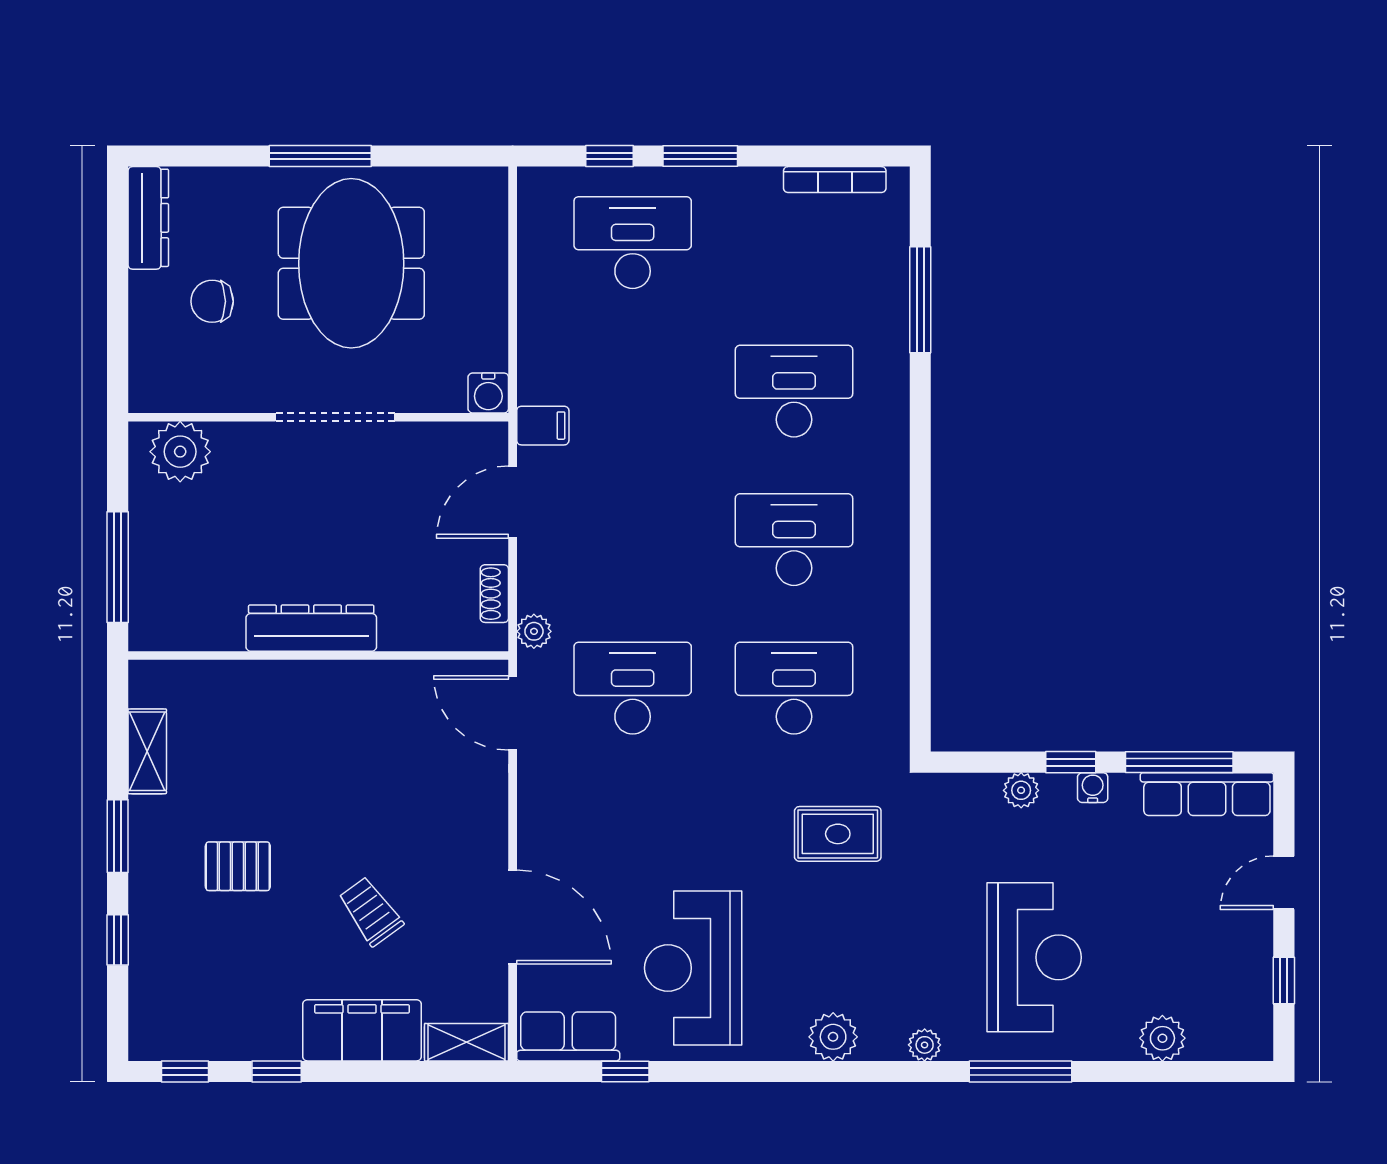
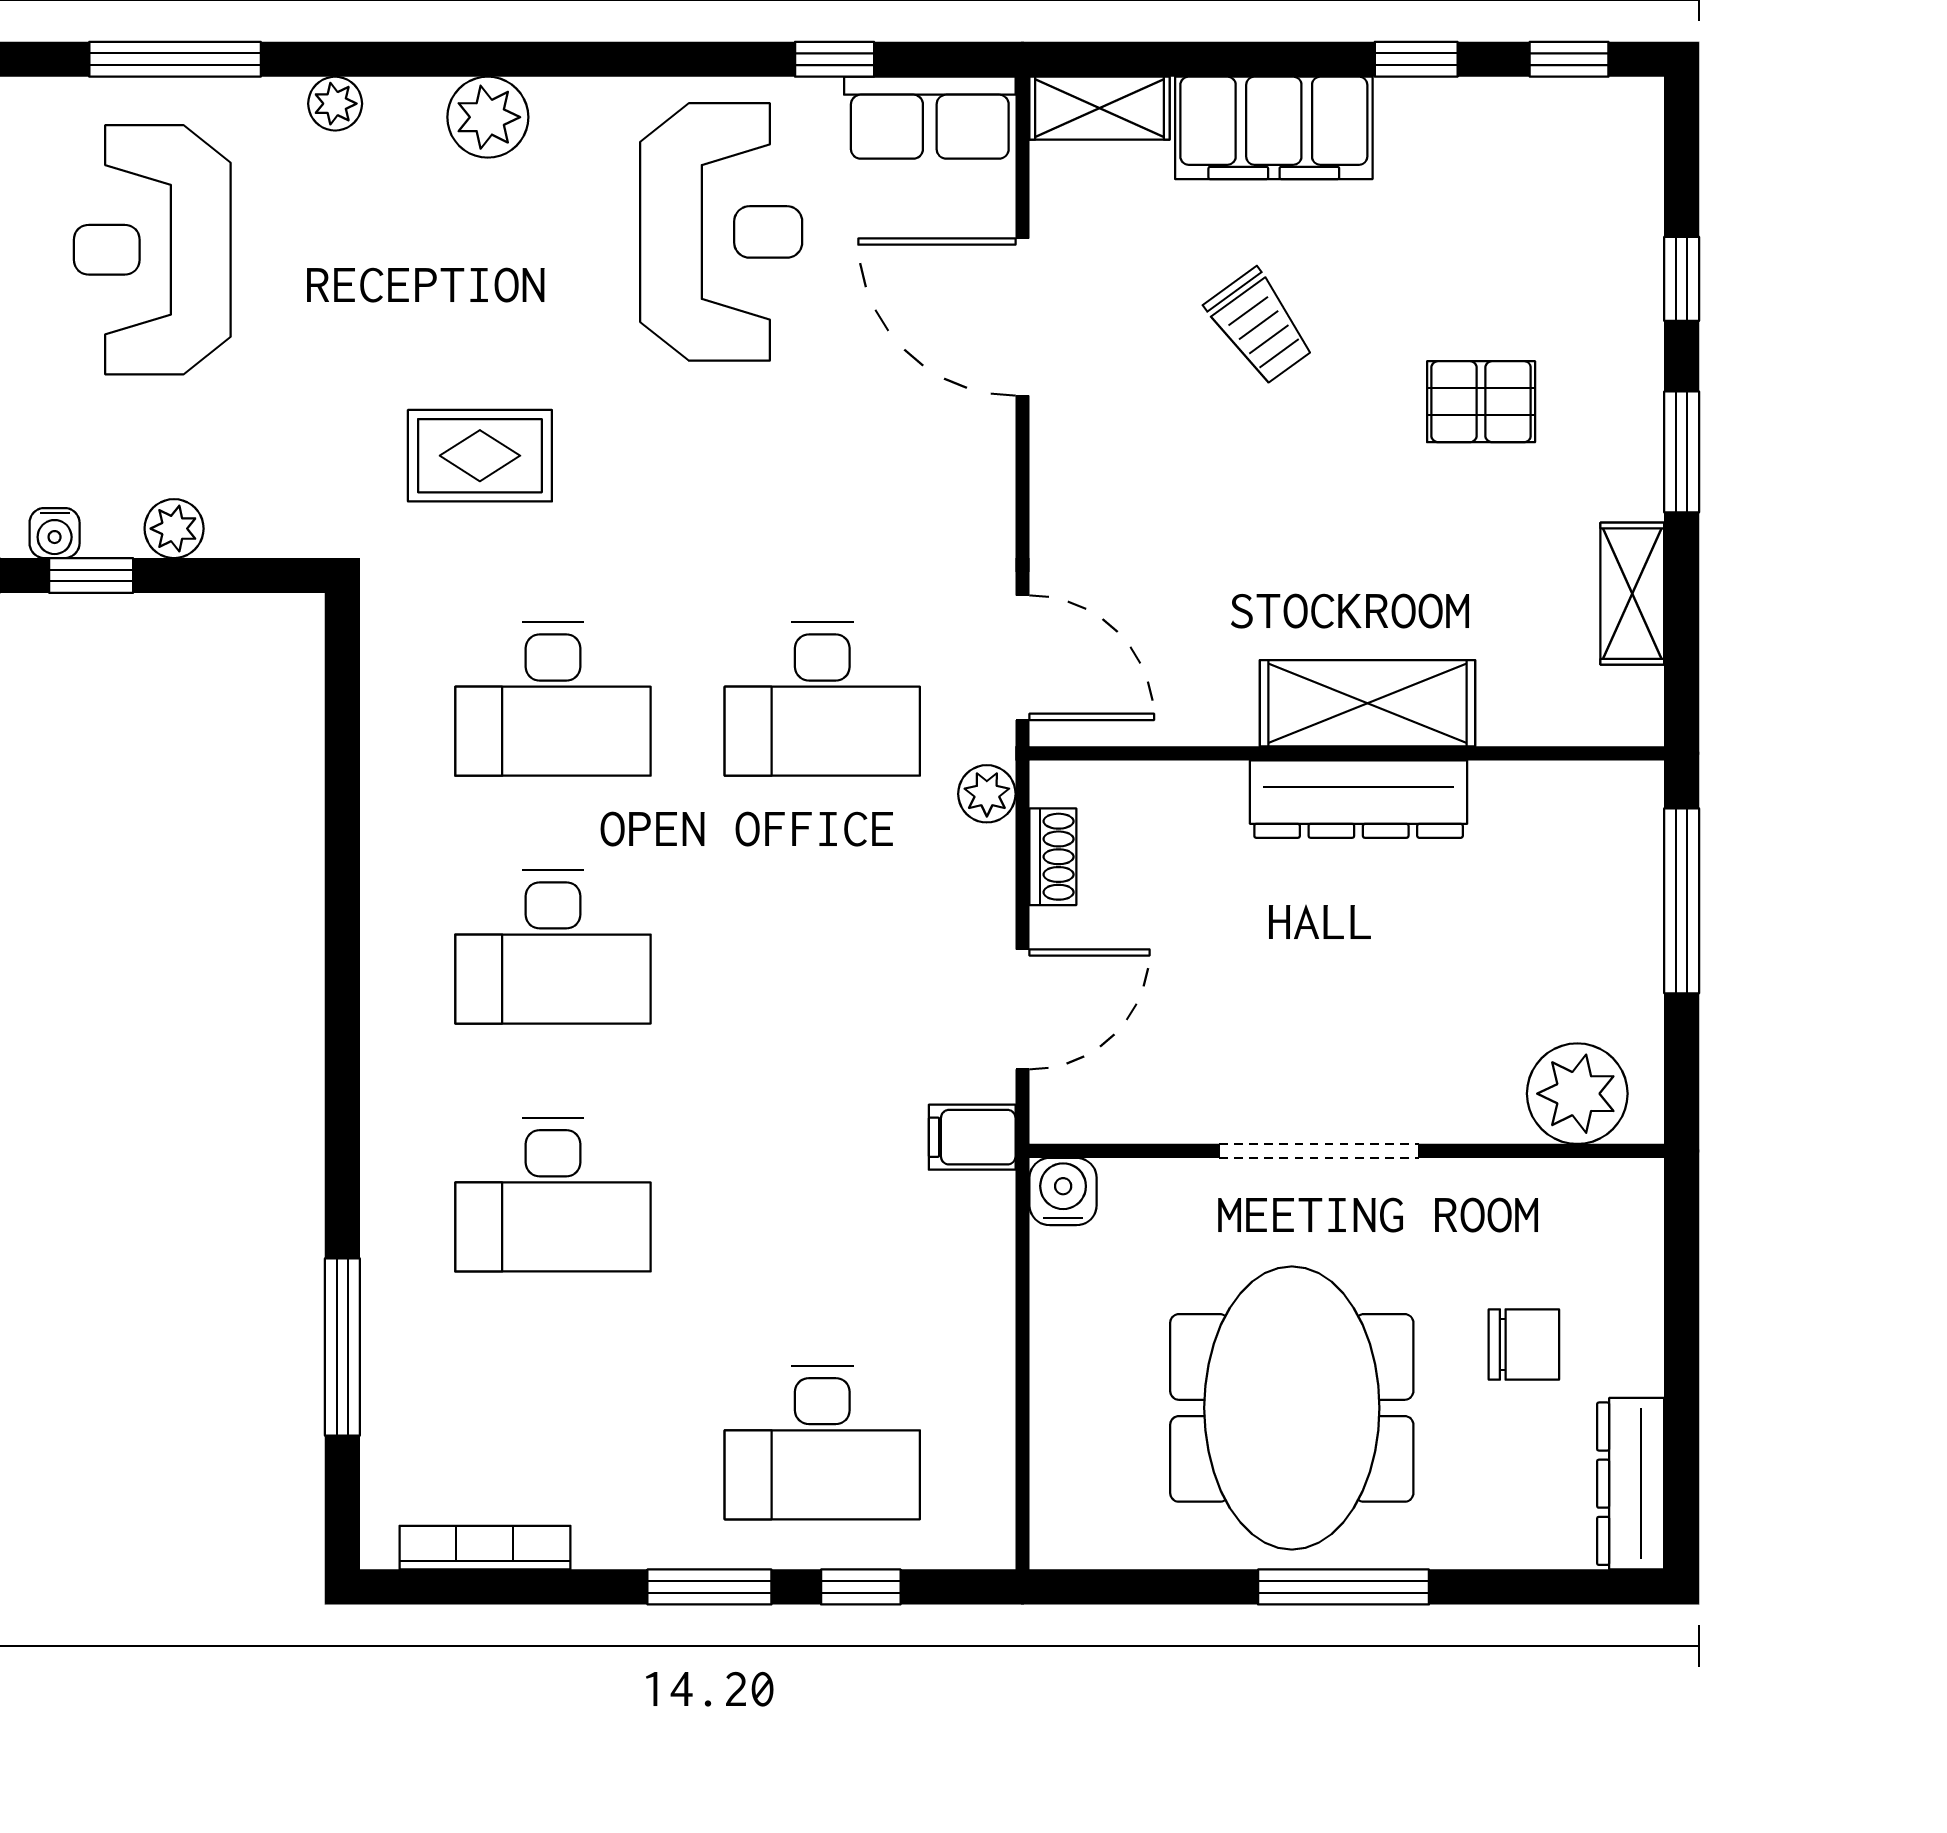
shelving: (306, 686) -> (1367, 703), added

